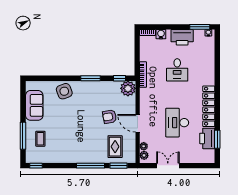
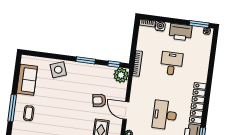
desk: (177, 70) -> (172, 63), turned 180

